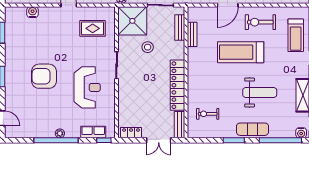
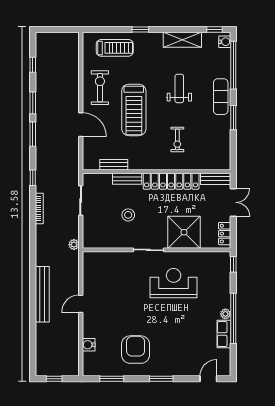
shower: (132, 21) -> (184, 232), moved
exercise bike: (260, 22) -> (100, 88), turned 180
rug: (93, 28) -> (107, 277), removed
bench: (180, 28) -> (127, 179), moved
armchair: (44, 76) -> (136, 350), moved, turned 180
weight bench: (260, 92) -> (179, 88), width x0.73, depth x0.75
exercise bike: (208, 114) -> (177, 139), moved
row of seats: (93, 132) -> (224, 334), moved

